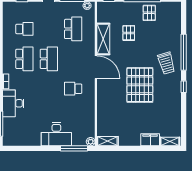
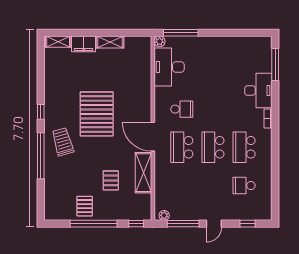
school desk: (73, 29) -> (182, 147), moved
desk: (56, 134) -> (169, 67), moved, turned -90
shelving: (107, 141) -> (110, 42), moved

